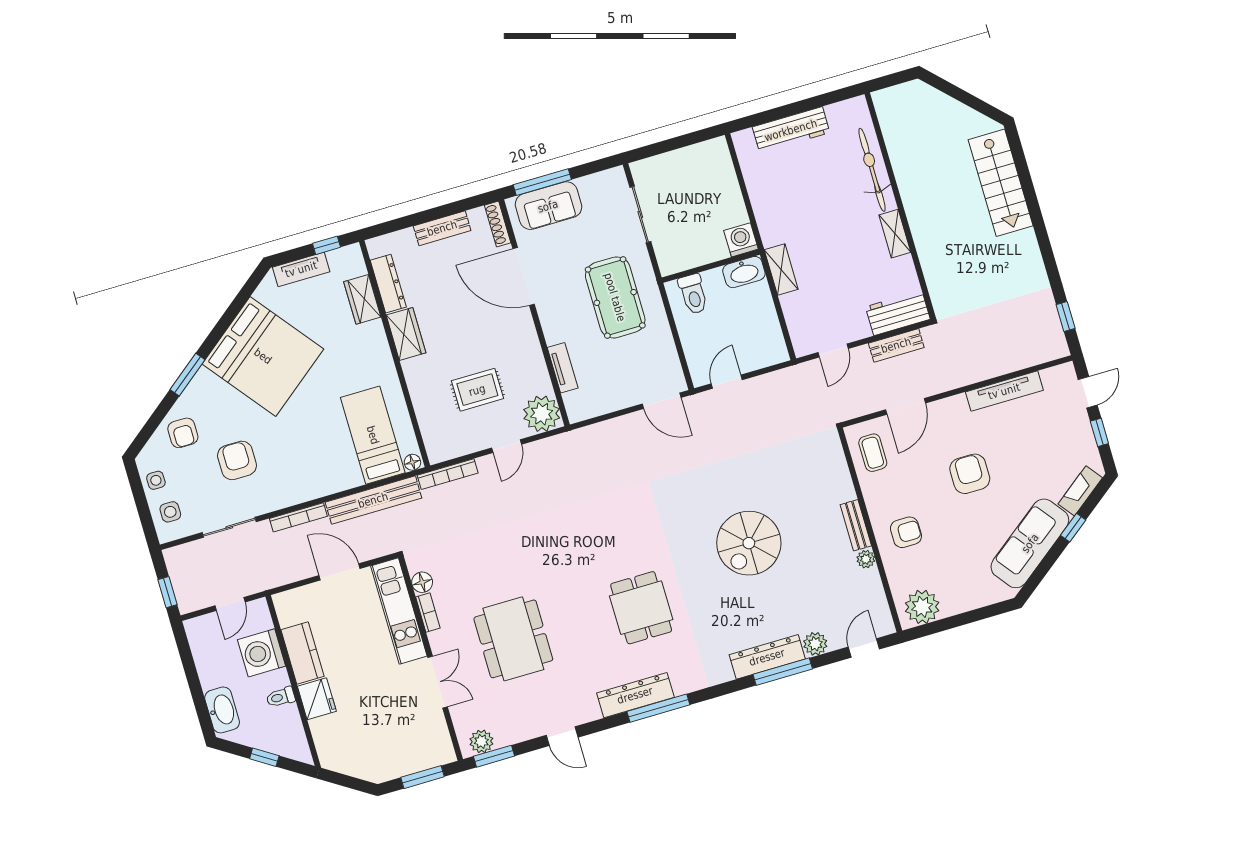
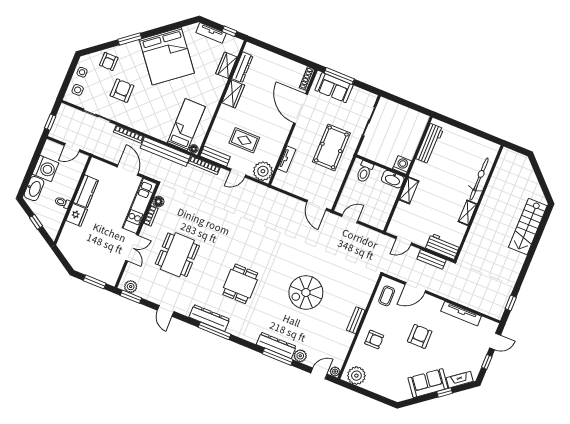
workbench: (791, 130) -> (430, 144), moved, turned -90
bench: (442, 228) -> (215, 156), moved
sofa: (1030, 543) -> (428, 383), width x0.73
plant: (866, 559) -> (335, 372), moved
washing machine: (262, 653) -> (46, 169), moved, turned 180

